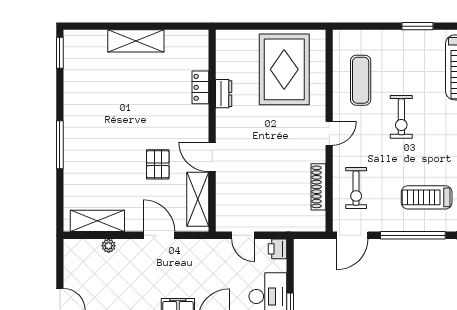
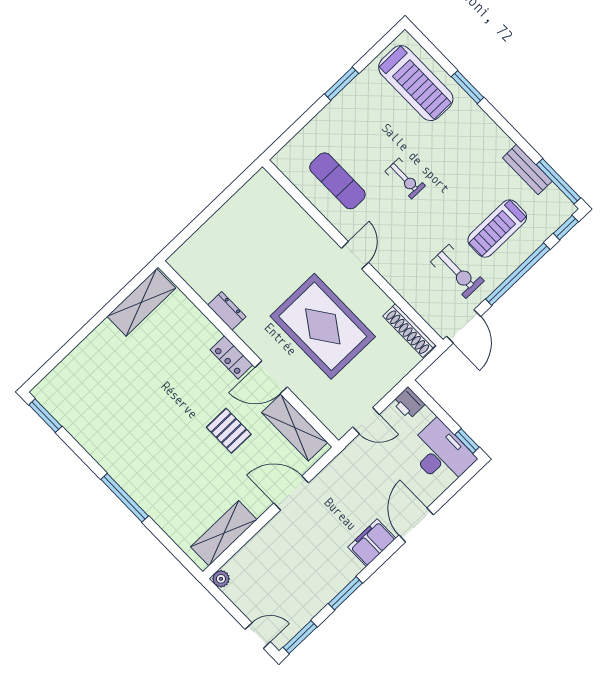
shelving: (136, 41) -> (141, 302), moved
rug: (284, 69) -> (323, 326), moved
locker: (200, 87) -> (231, 357), moved
exercise bike: (401, 117) -> (405, 179), width x0.73, depth x0.72
shoe rack: (318, 187) -> (409, 331), moved
exercise bike: (356, 188) -> (457, 271), moved
plant: (109, 246) -> (221, 579), moved

